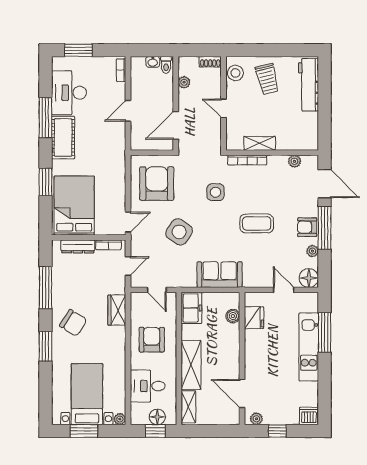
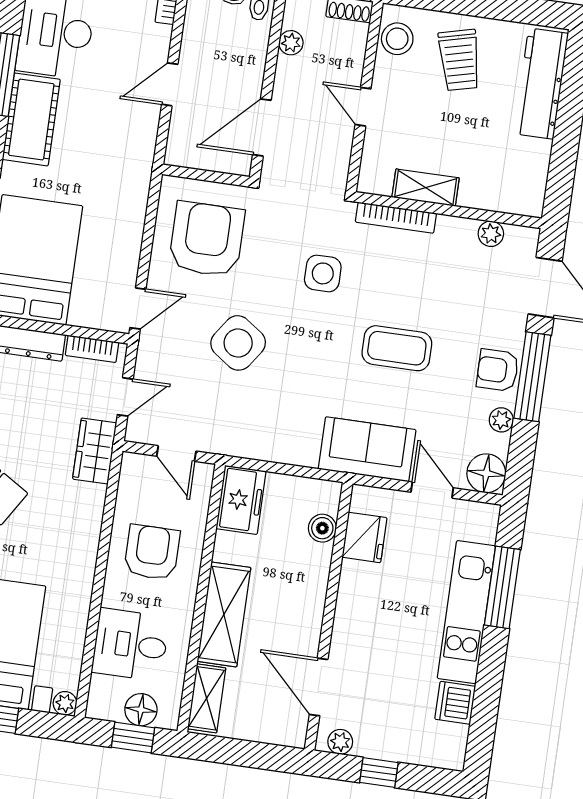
sofa: (220, 275) -> (367, 449), moved
wardrobe: (117, 310) -> (95, 451), moved
dishwasher: (309, 416) -> (455, 703), moved, turned -90

